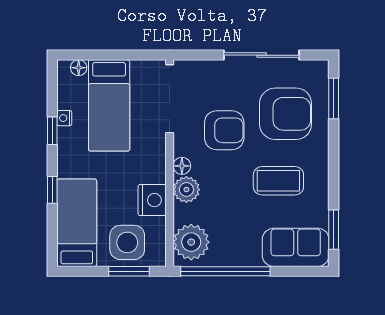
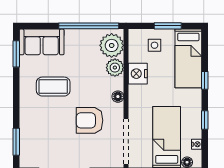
armchair: (286, 114) -> (48, 131), removed
nightstand: (64, 118) -> (197, 144), moved
plant: (186, 190) -> (115, 68), moved
side table: (127, 242) -> (154, 45), width x0.54, depth x0.54
window: (129, 271) -> (168, 26), moved

